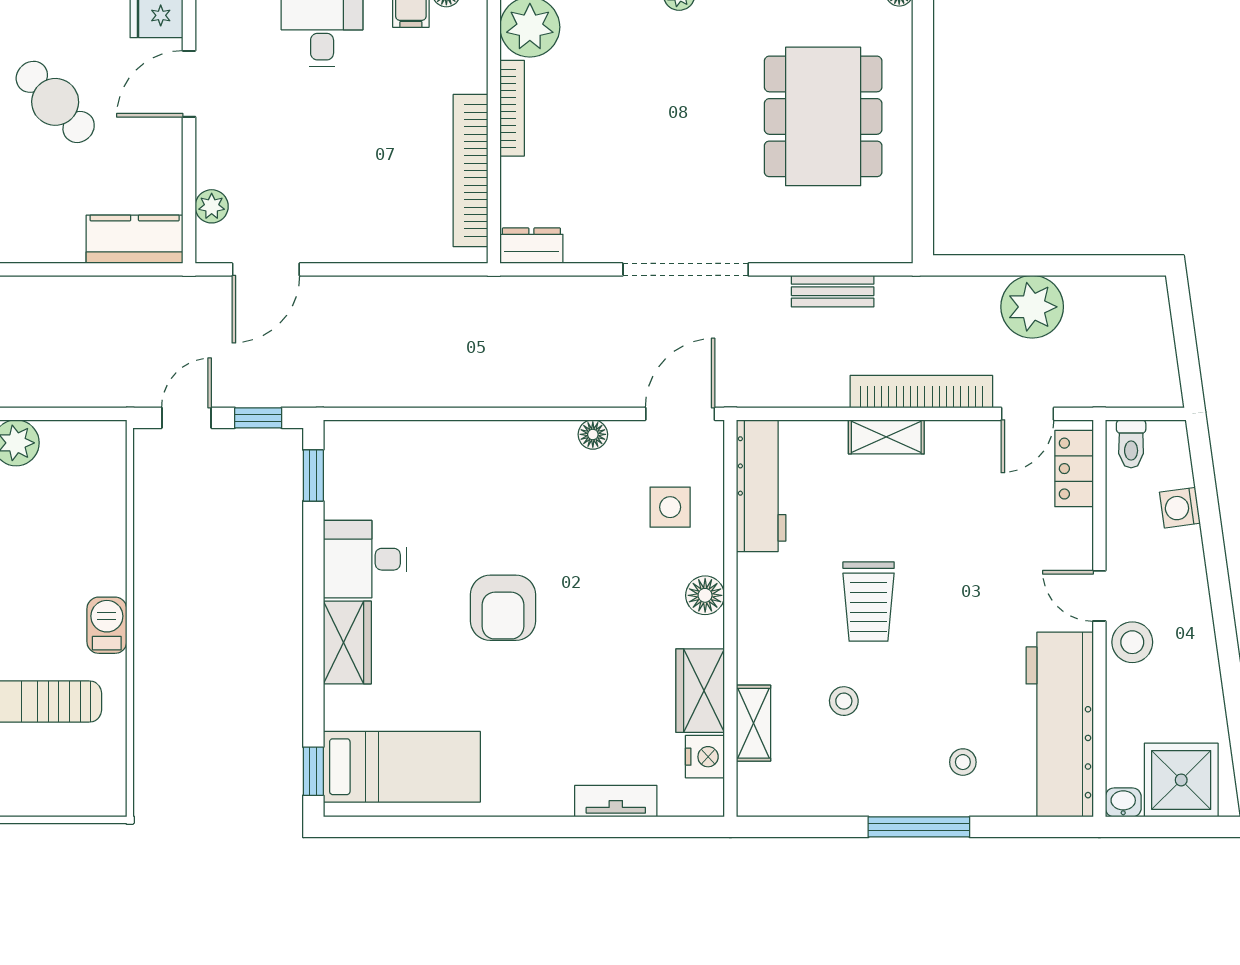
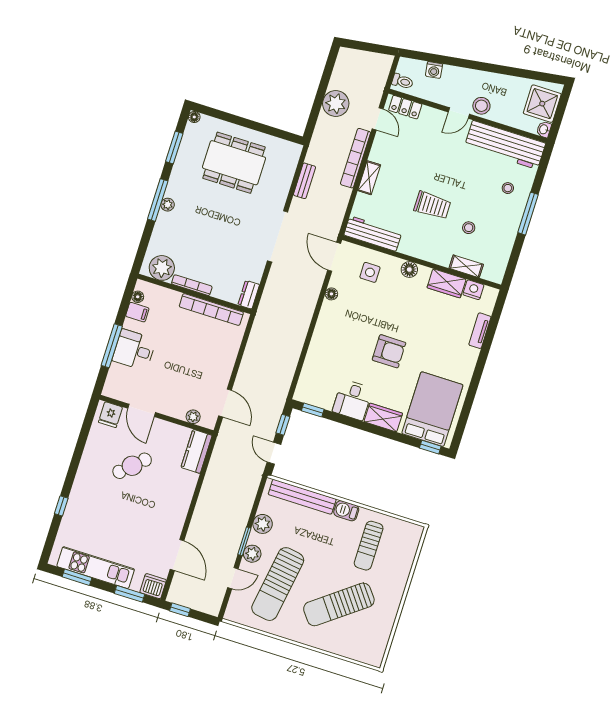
bench: (107, 514) -> (302, 497), added
bed: (402, 767) -> (432, 409), width x1.50

